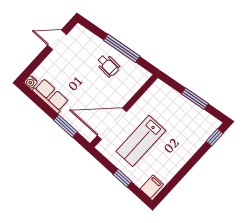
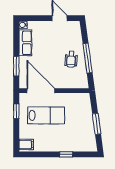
window: (215, 137) -> (66, 154), moved
lab bench: (141, 141) -> (46, 115), turned 180
window: (122, 178) -> (16, 111), moved

